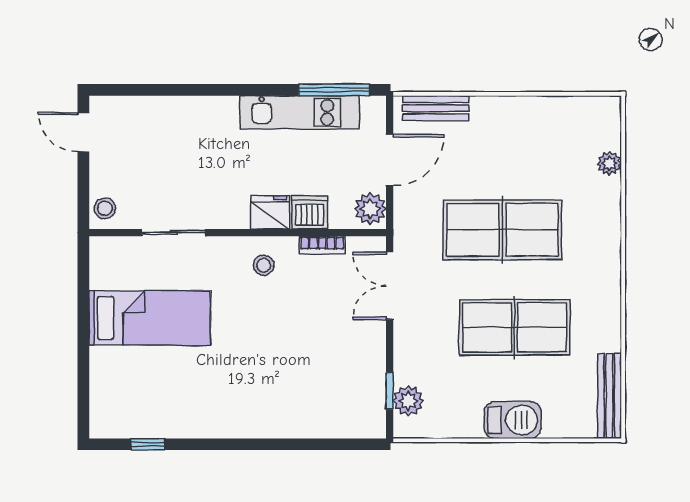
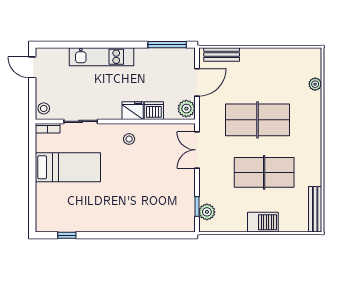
kitchen unit: (300, 112) -> (101, 57), moved
bookcase: (322, 245) -> (48, 128), moved

